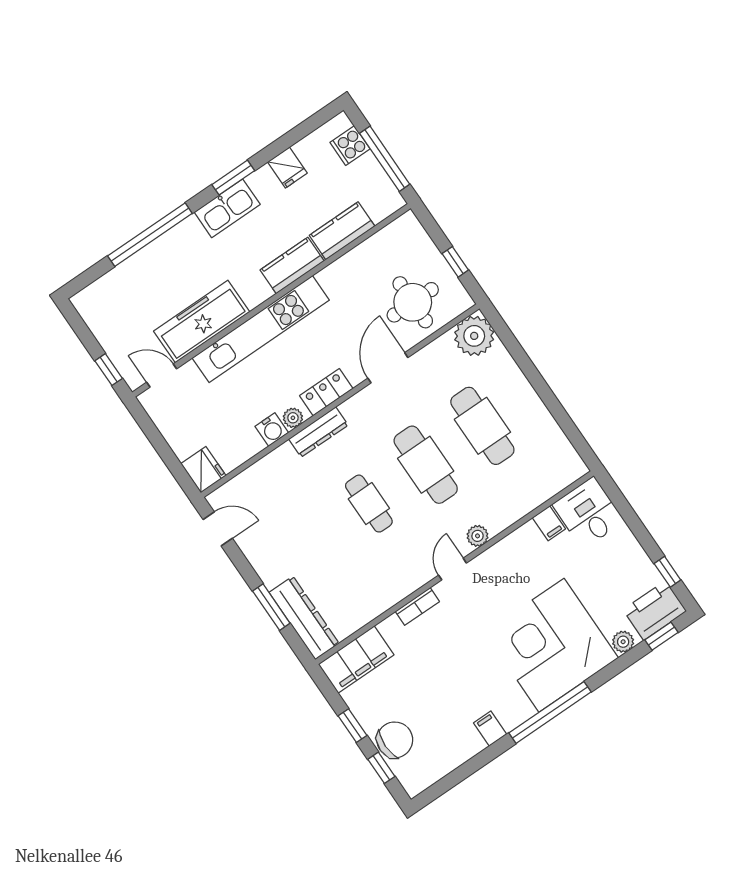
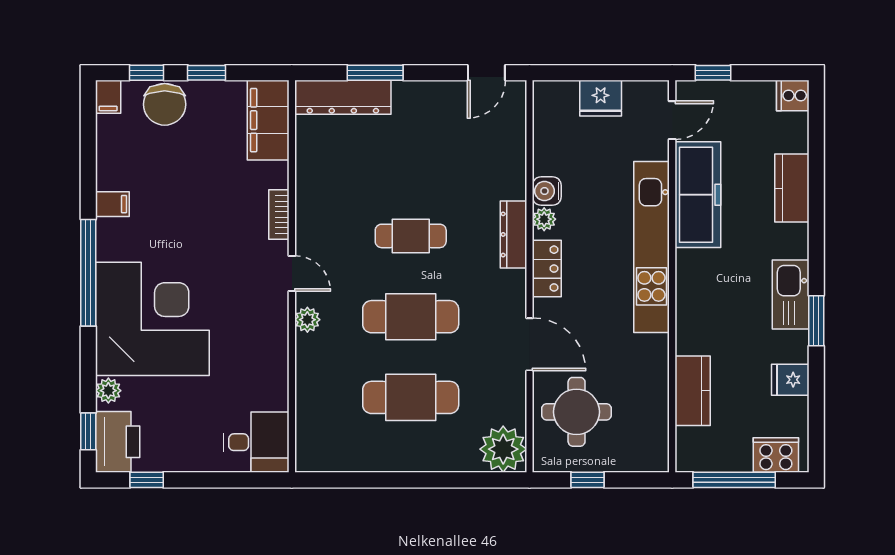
cooker: (350, 146) -> (776, 455), width x1.36
window: (150, 235) -> (816, 202), removed
kitchen counter: (292, 265) -> (792, 188), moved, turned 180
cooker: (86, 303) -> (793, 95), added
fridge: (203, 470) -> (601, 98), moved
filing cabinet: (549, 523) -> (108, 97), moved, turned -90

